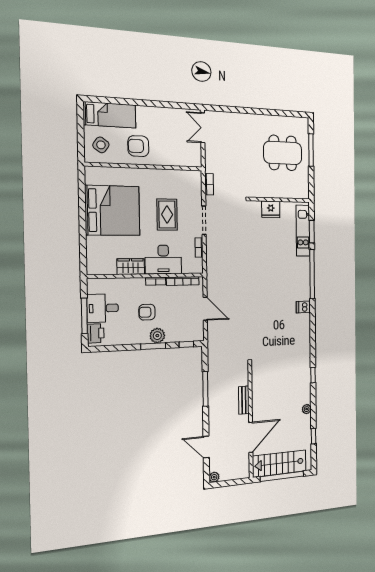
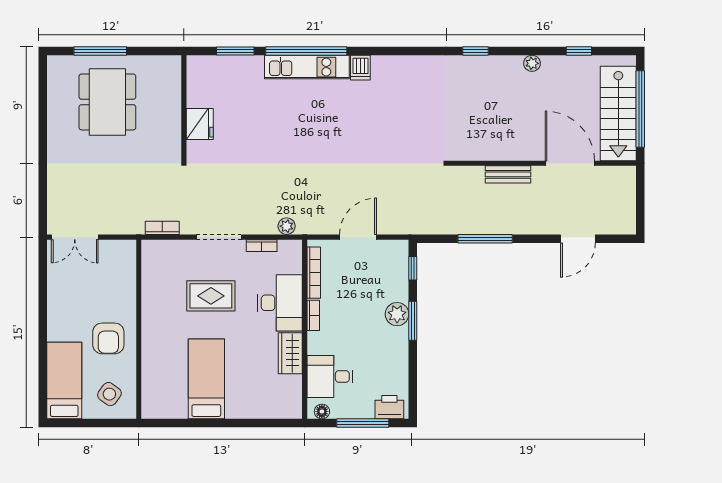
bed: (112, 211) -> (206, 379), width x0.49
kitchen unit: (303, 231) -> (307, 67), moved
floor lamp: (92, 288) -> (322, 411), added
desk: (103, 308) -> (330, 376), moved, turned 90
armchair: (147, 312) -> (360, 330), removed
plant: (214, 477) -> (287, 226), moved

